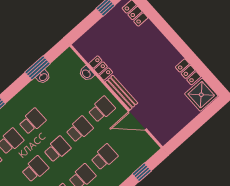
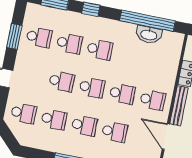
window: (37, 68) -> (147, 21), width x2.11
washbasin: (87, 74) -> (173, 65), removed
washbasin: (43, 77) -> (149, 35), width x1.91, depth x1.45

